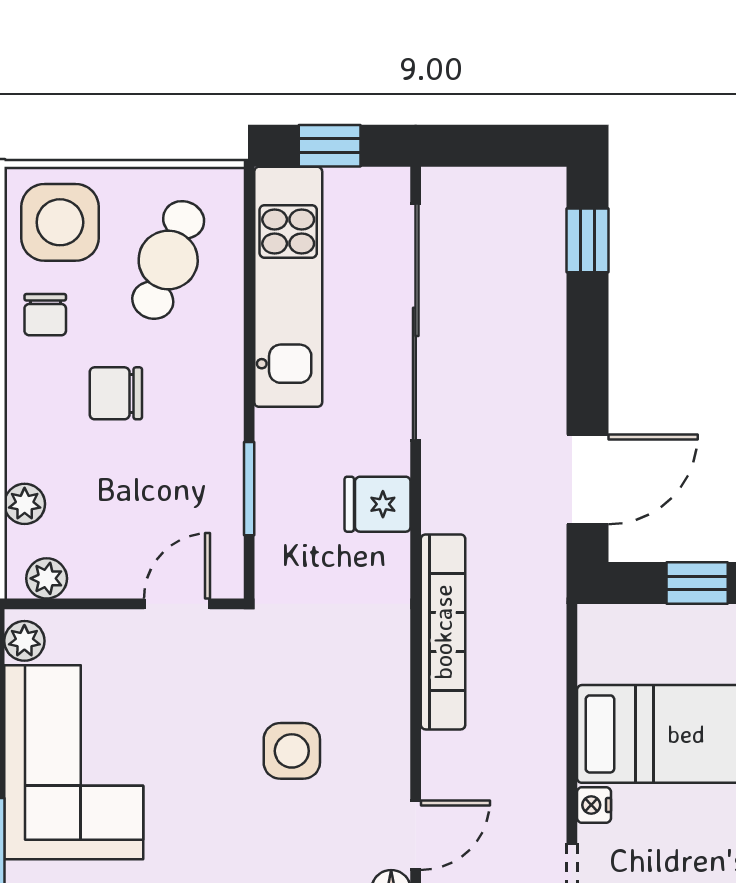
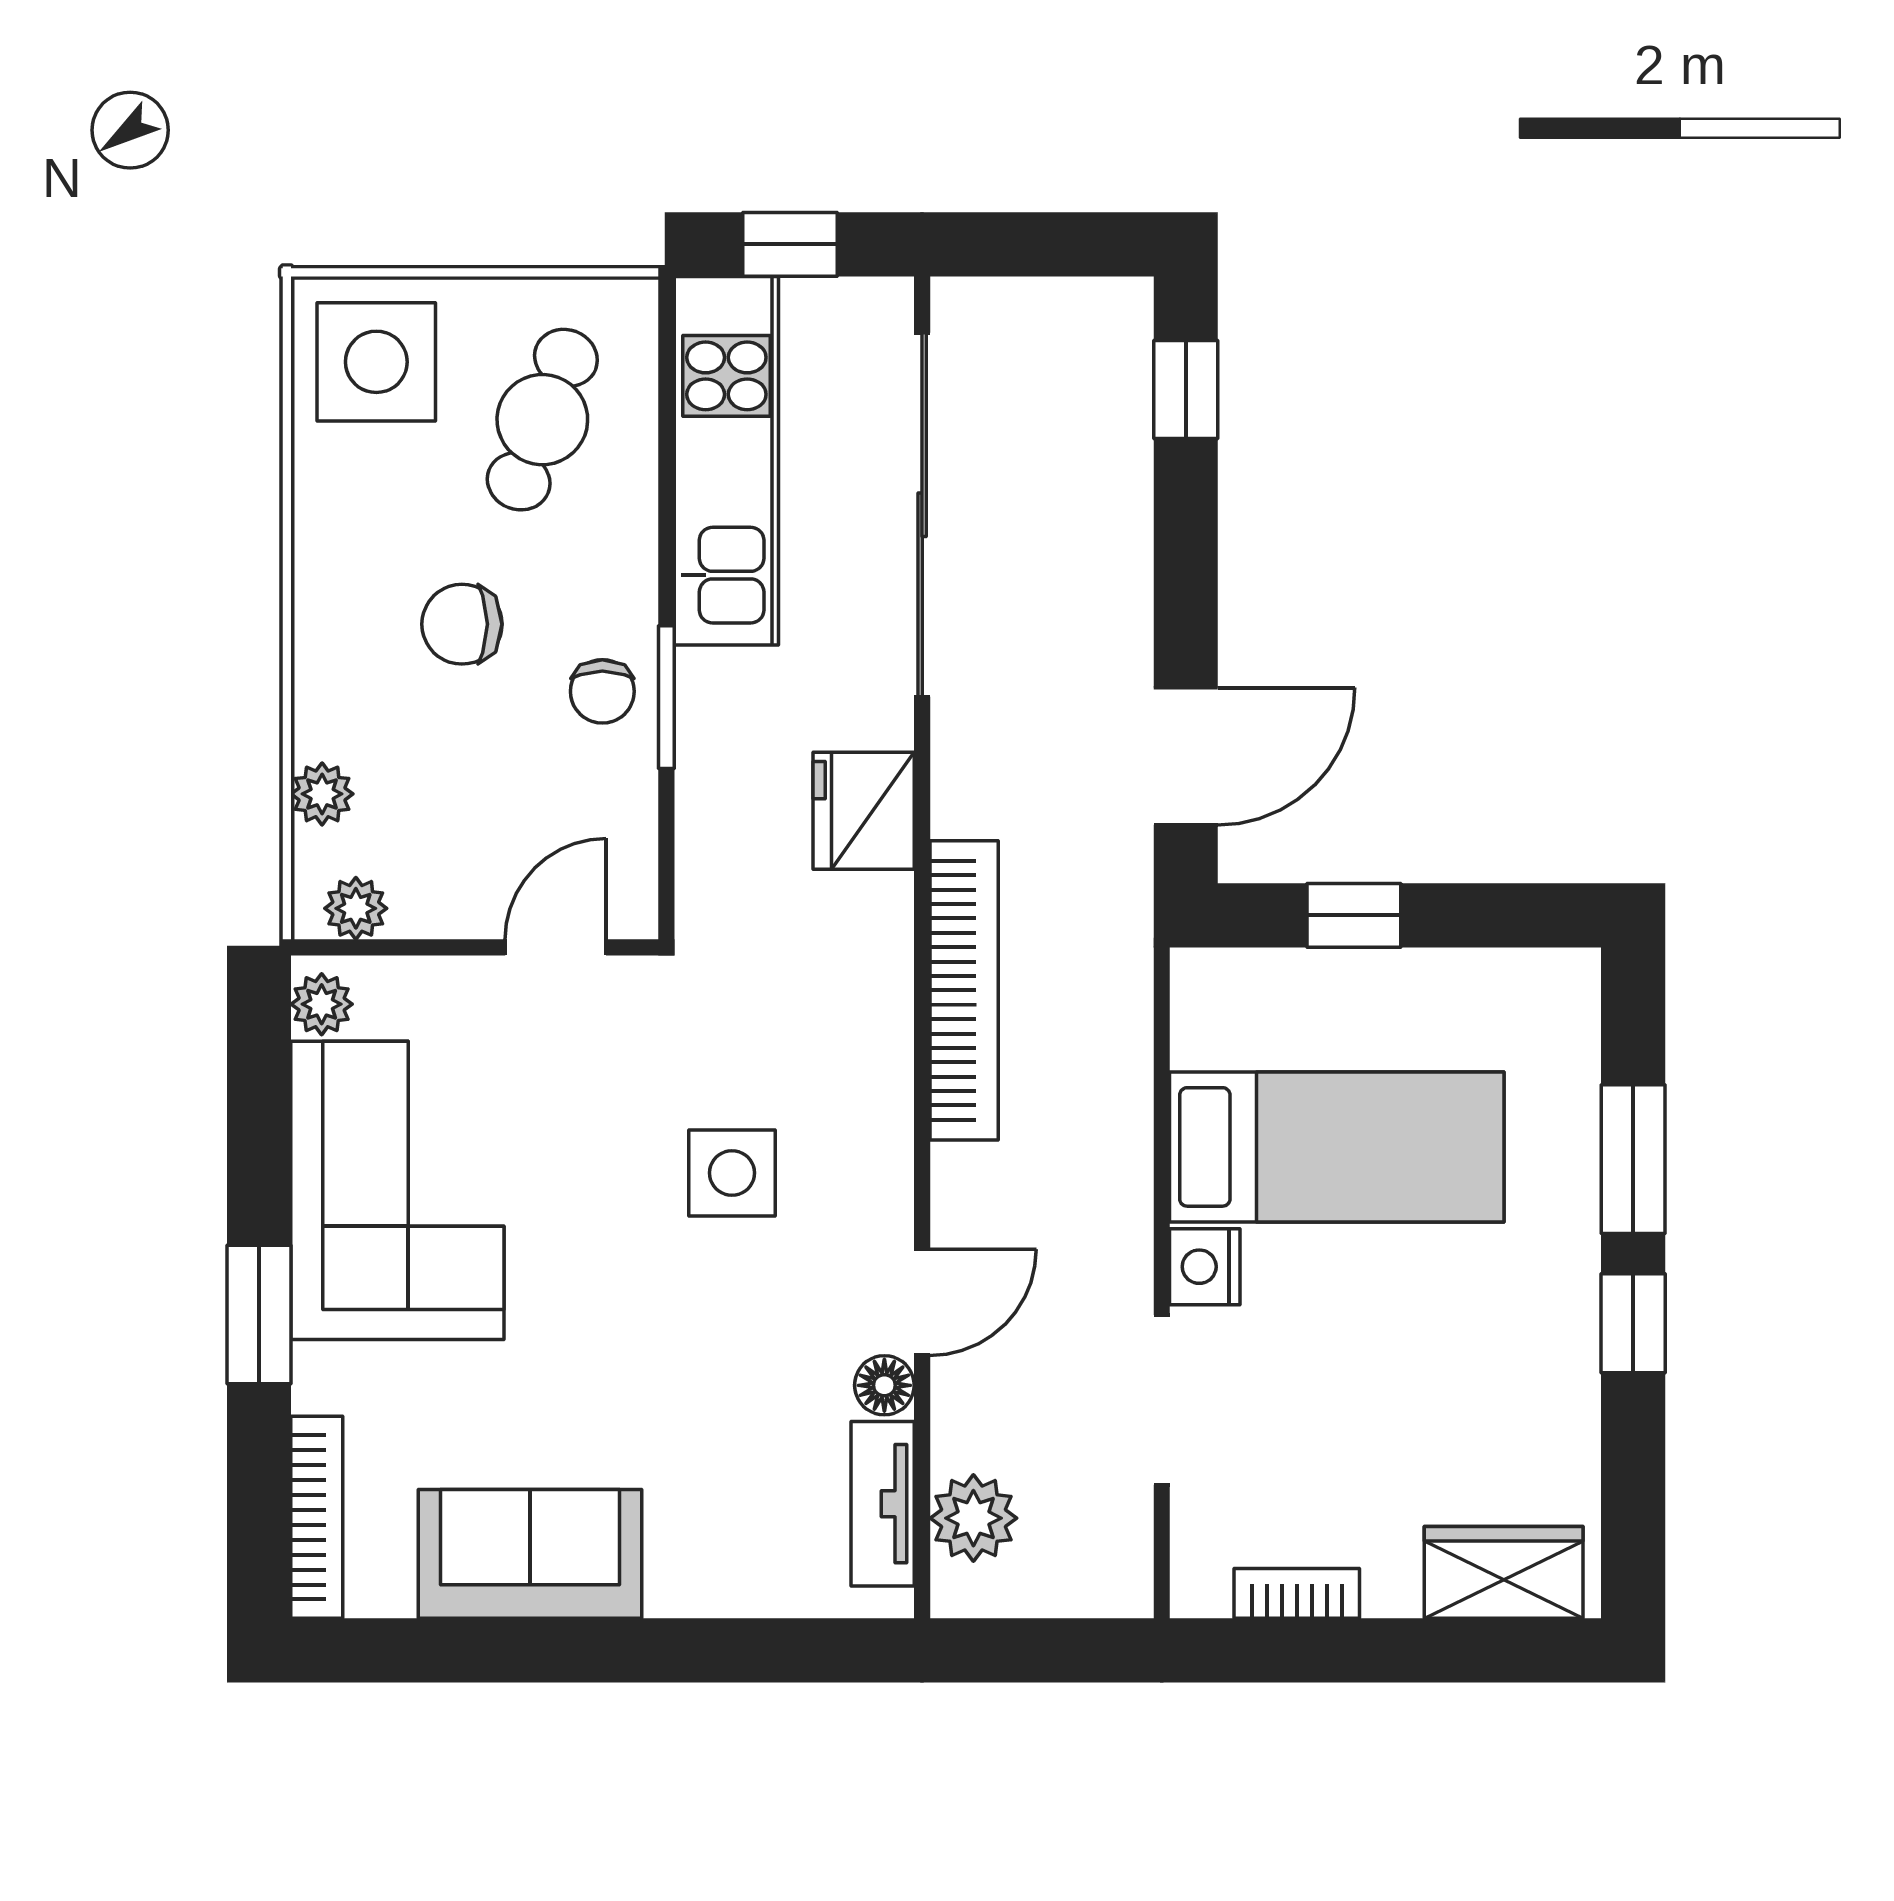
chair: (45, 315) -> (602, 691), moved
window: (249, 489) -> (666, 697), moved
fridge: (378, 504) -> (864, 811), width x1.38
nightstand: (594, 805) -> (1205, 1267), width x1.39, depth x1.35

